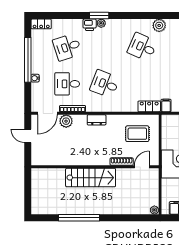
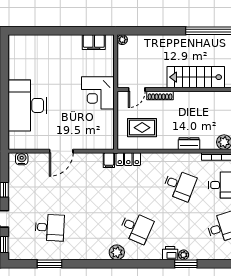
printer: (90, 25) -> (170, 253), moved

